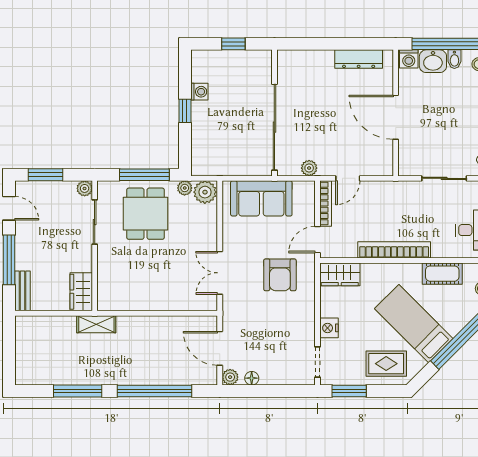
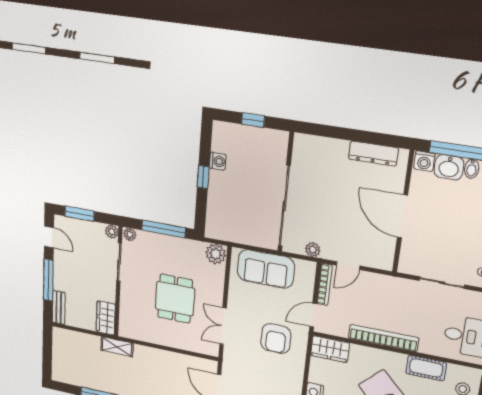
plant: (185, 188) -> (130, 234), moved
dining table: (145, 214) -> (175, 299), moved

